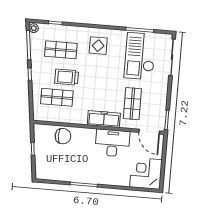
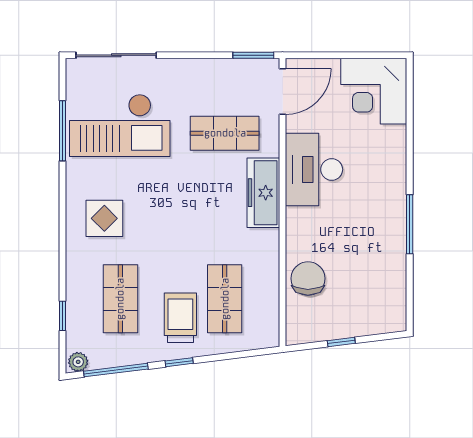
trolley: (67, 77) -> (180, 318), moved, turned 180

